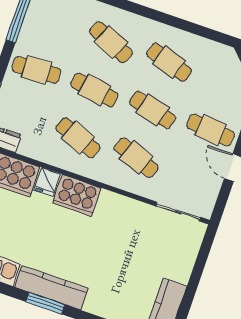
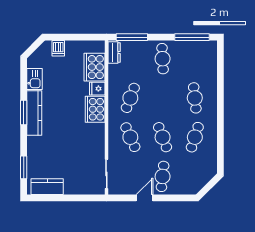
cafe table: (111, 42) -> (195, 98), turned -30
cafe table: (94, 90) -> (163, 98), removed
cafe table: (153, 110) -> (163, 137), turned -36
cafe table: (136, 158) -> (130, 137), turned -45

